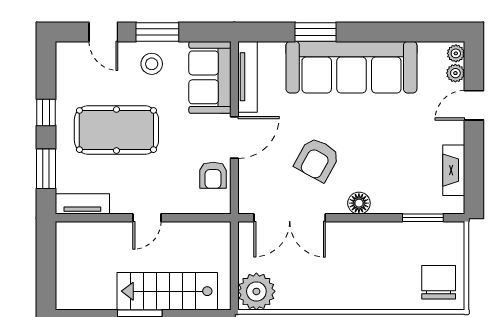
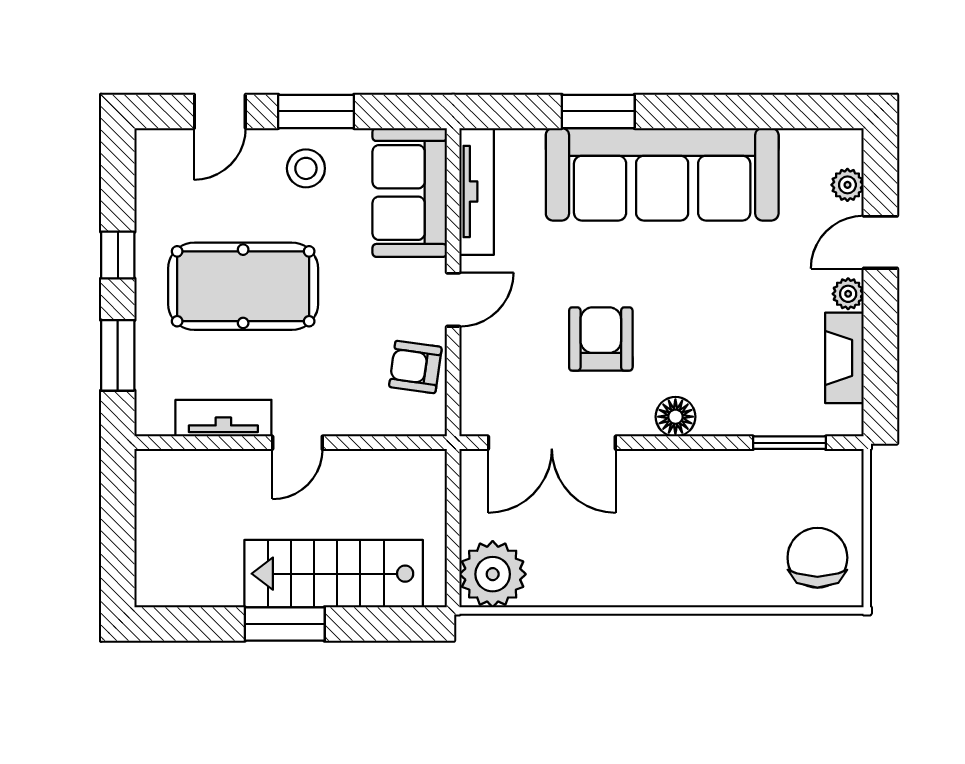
door: (103, 32) -> (220, 111), hinge flipped
plant: (456, 53) -> (848, 294), moved
door: (234, 137) -> (453, 300), width x0.73
armchair: (317, 160) -> (601, 339), turned 151
armchair: (213, 175) -> (415, 367), turned 98
tv unit: (82, 204) -> (223, 418), moved

